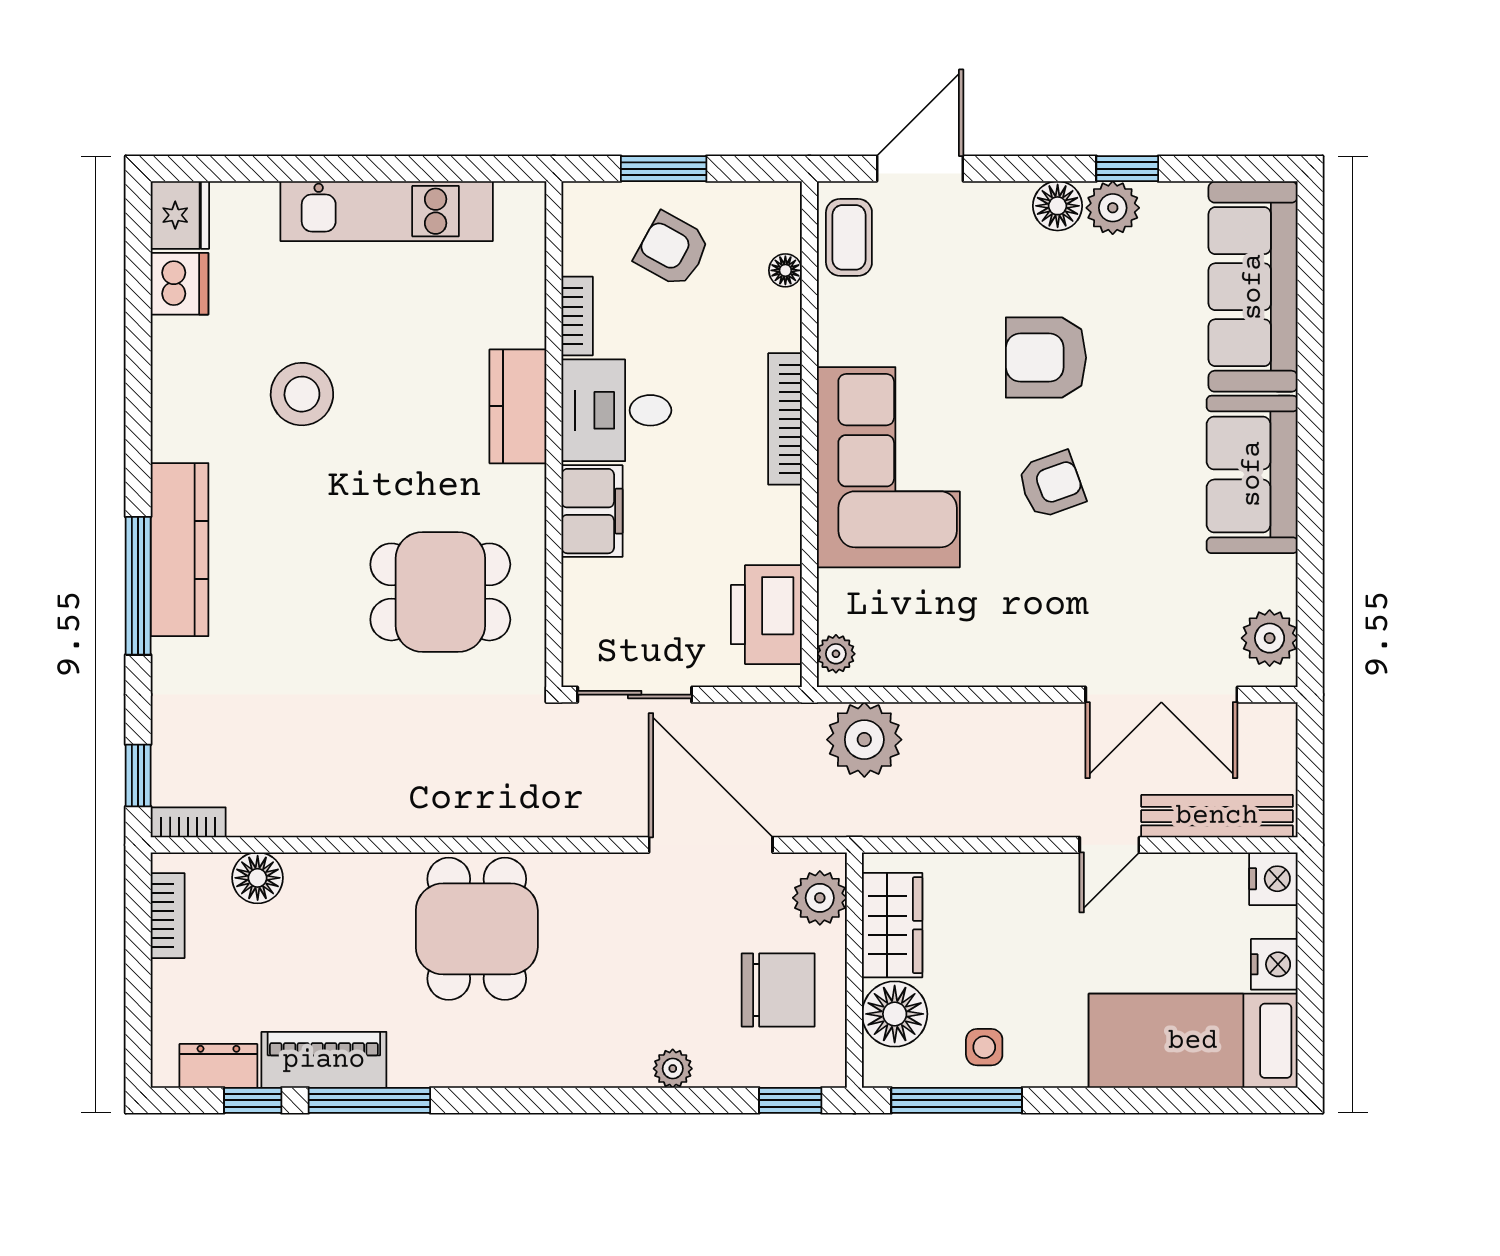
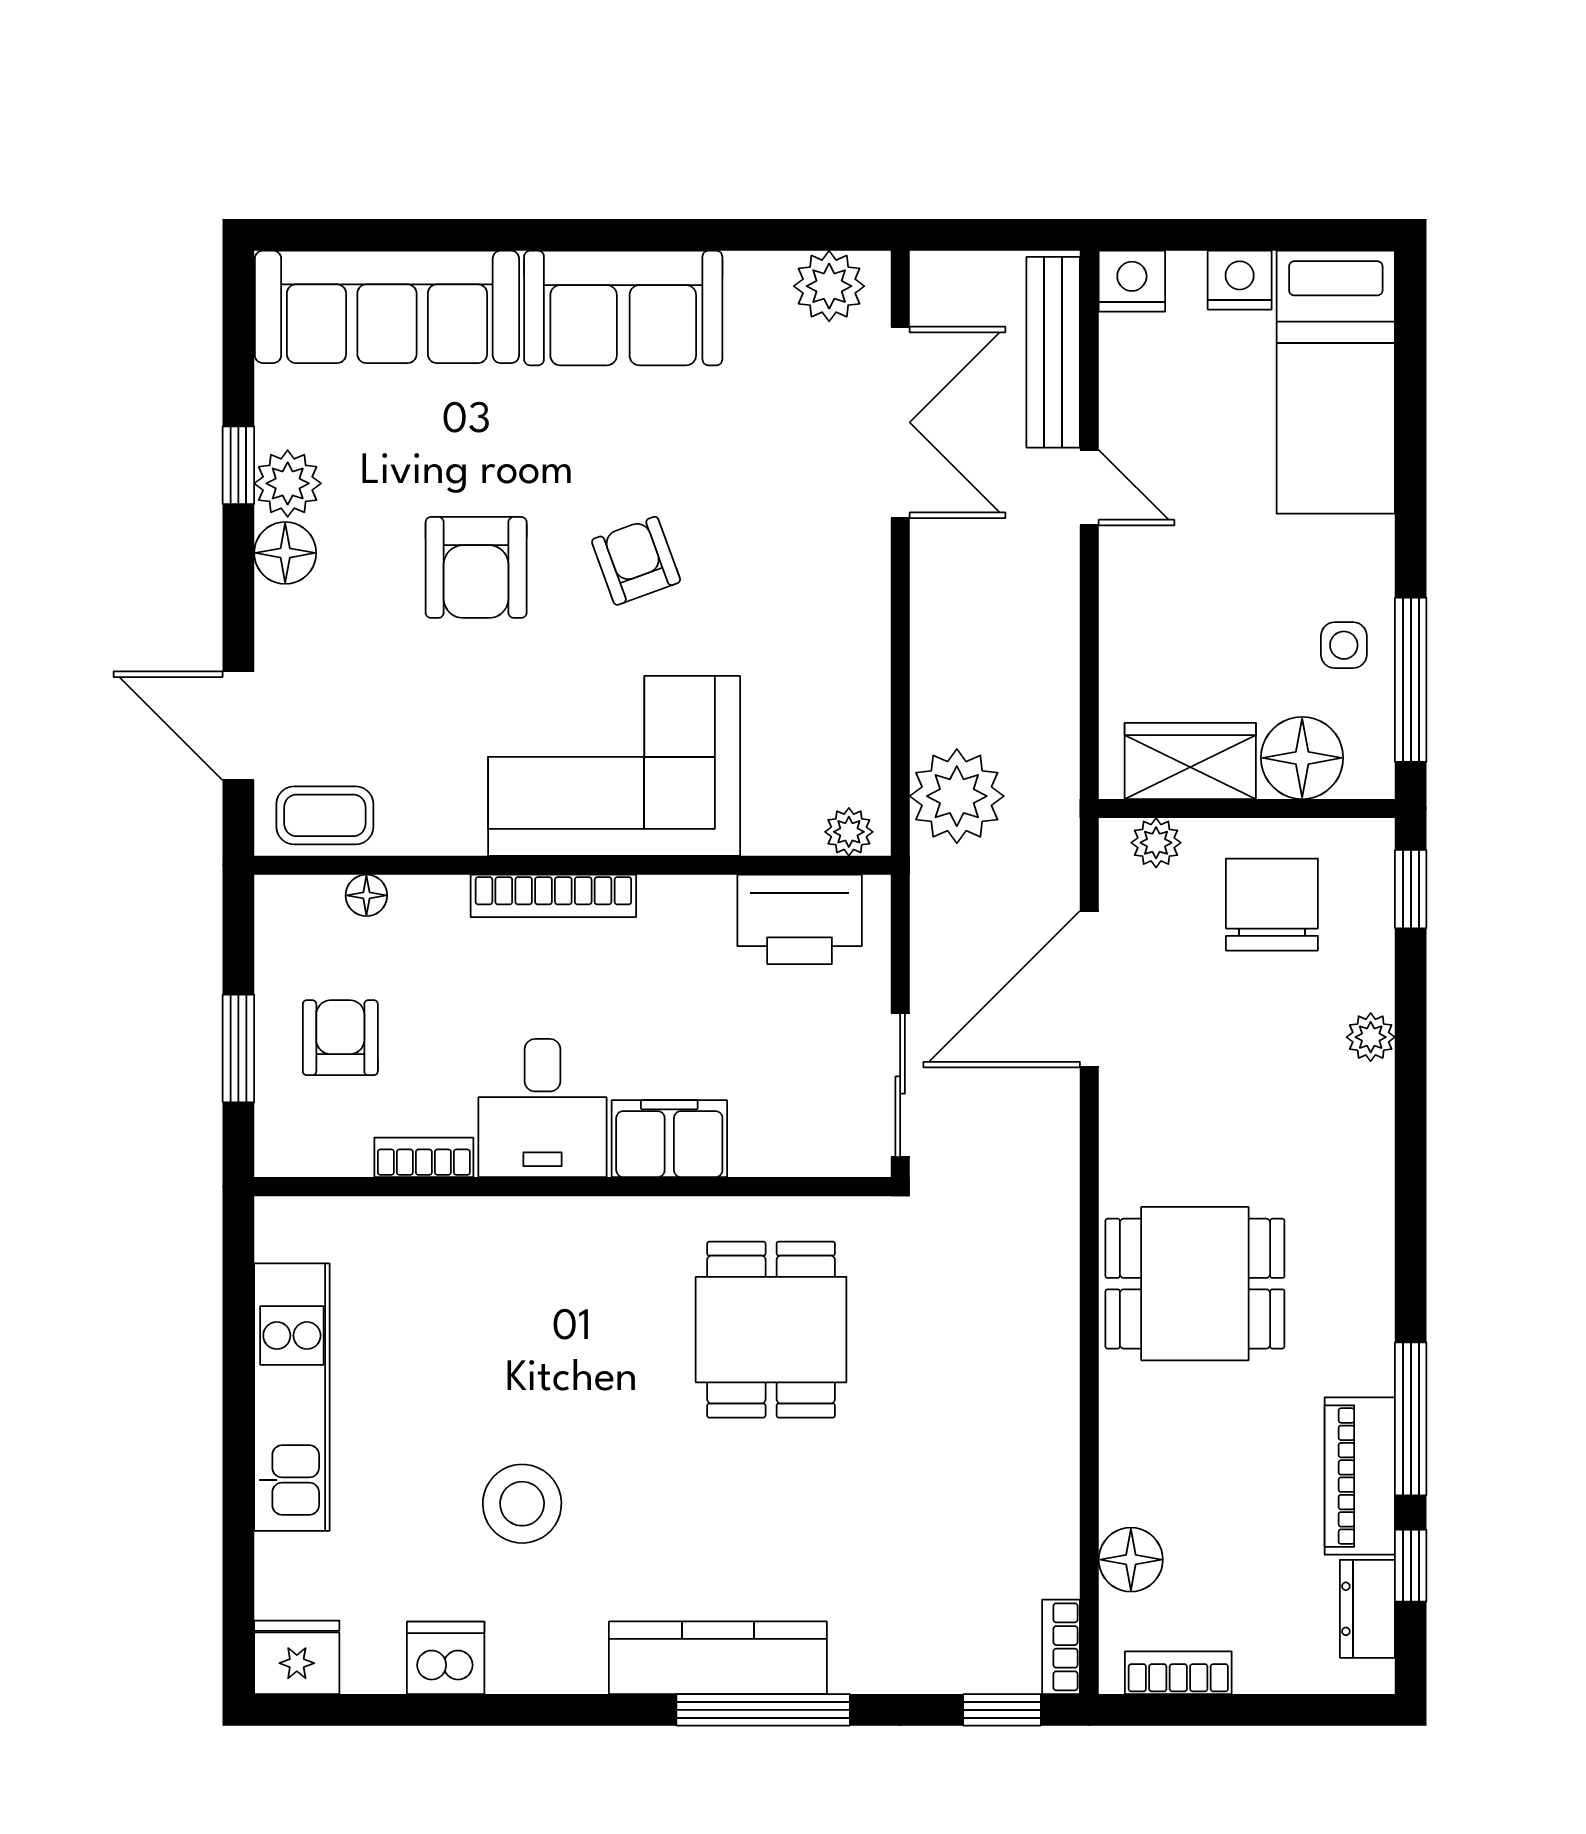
armchair: (672, 250) -> (340, 1038), turned 151
dishwasher: (179, 284) -> (446, 1658), moved
kitchen counter: (518, 406) -> (538, 1232), removed
plant: (820, 898) -> (1156, 843), width x0.73, depth x0.73

